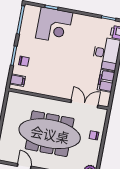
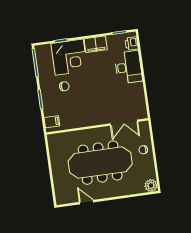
chair: (24, 61) -> (64, 86), moved
filing cabinet: (106, 81) -> (96, 44), moved, turned -90
double door: (84, 104) -> (124, 123), swing flipped

